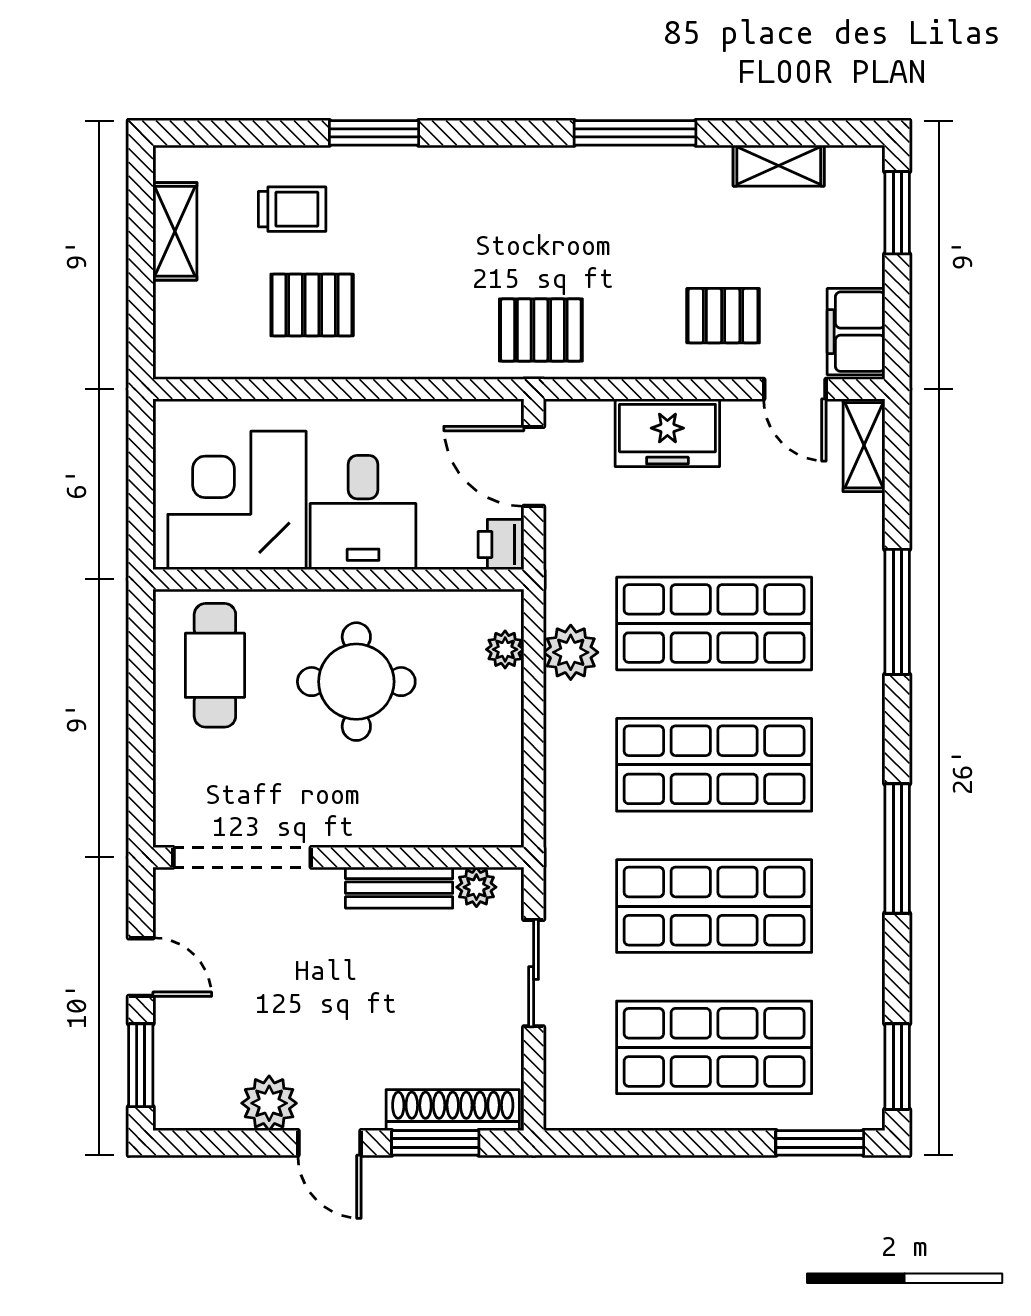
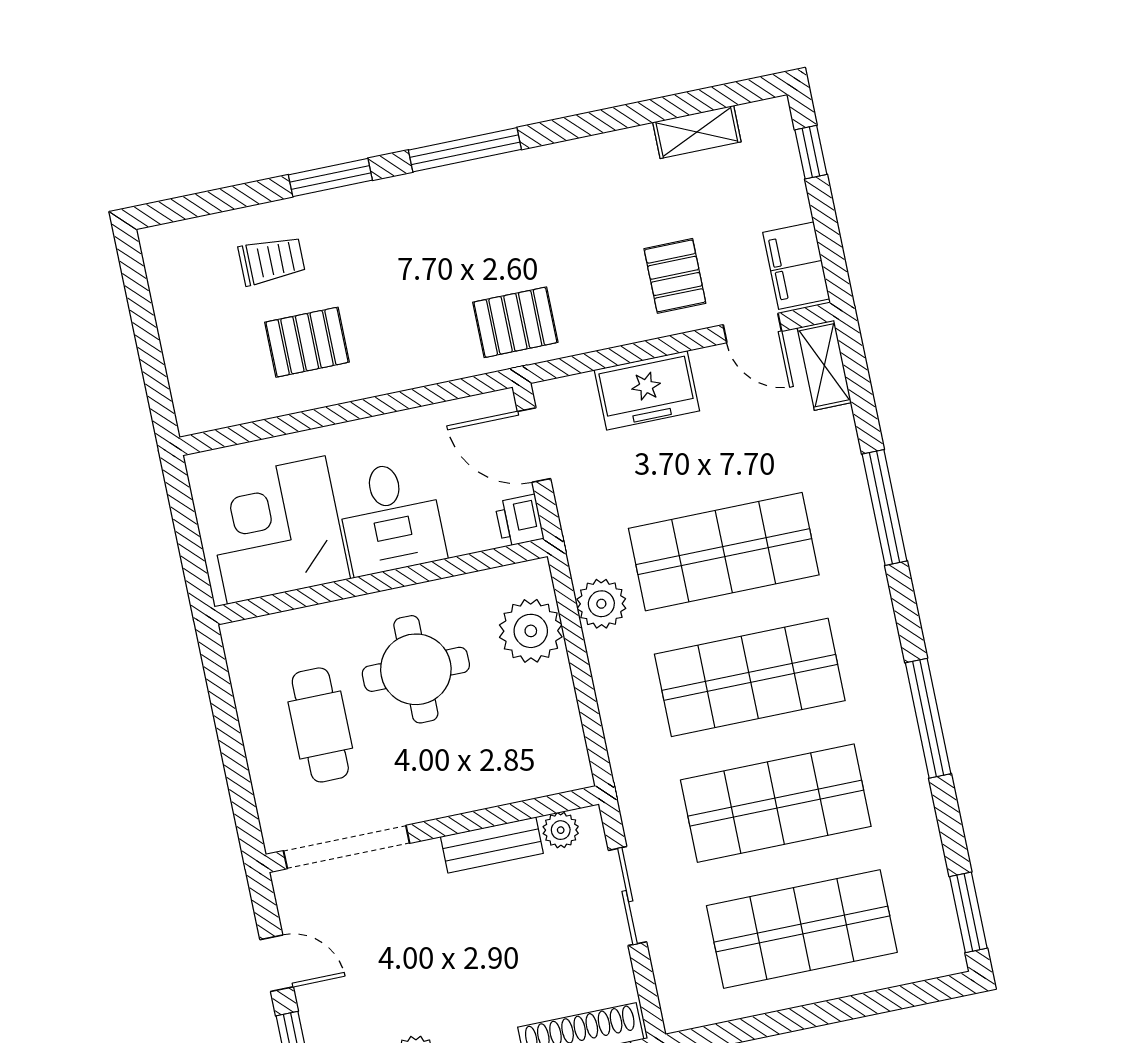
window: (635, 133) -> (465, 150), moved
window: (897, 213) -> (811, 152), width x0.67
shelving: (175, 231) -> (171, 302), removed
pallet: (723, 316) -> (675, 276), turned 90
plant: (505, 649) -> (531, 631), width x1.87, depth x1.87
cafe table: (215, 665) -> (320, 725), moved
window: (820, 1143) -> (914, 995), removed

